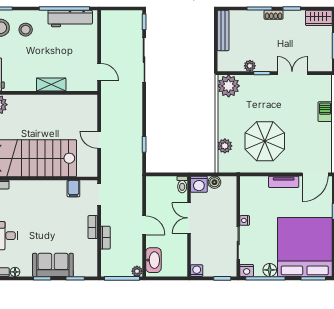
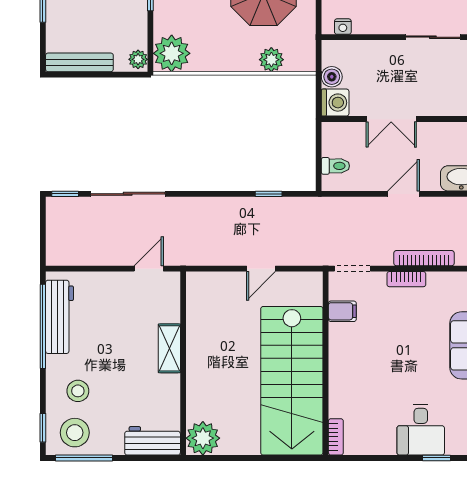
plant: (250, 66) -> (138, 59), moved
toilet: (182, 184) -> (335, 166), moved
nightstand: (245, 220) -> (343, 27), moved
bookcase: (105, 238) -> (424, 258), width x1.56

